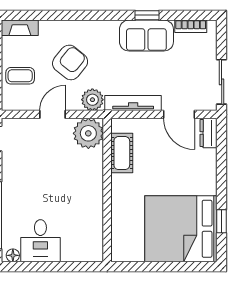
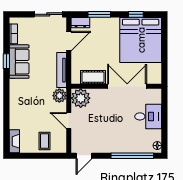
armchair: (70, 62) -> (36, 110), removed
window: (222, 163) -> (99, 14), added
double door: (107, 207) -> (127, 86), added
desk: (40, 241) -> (148, 116), moved

